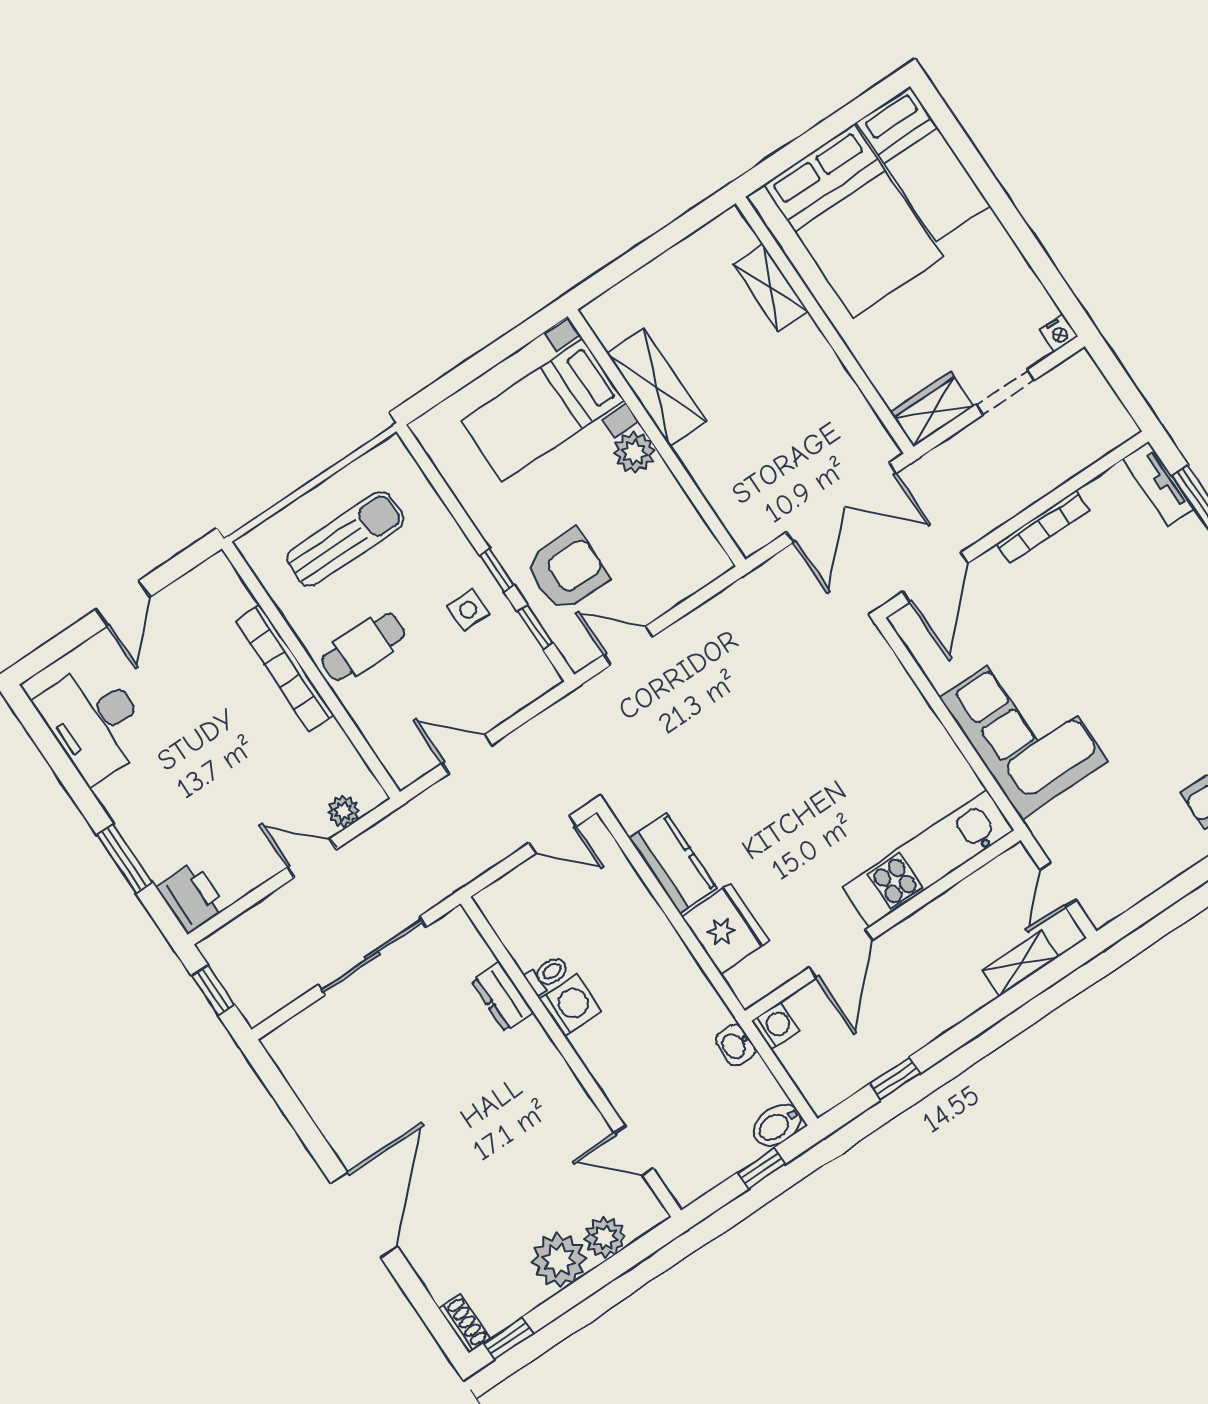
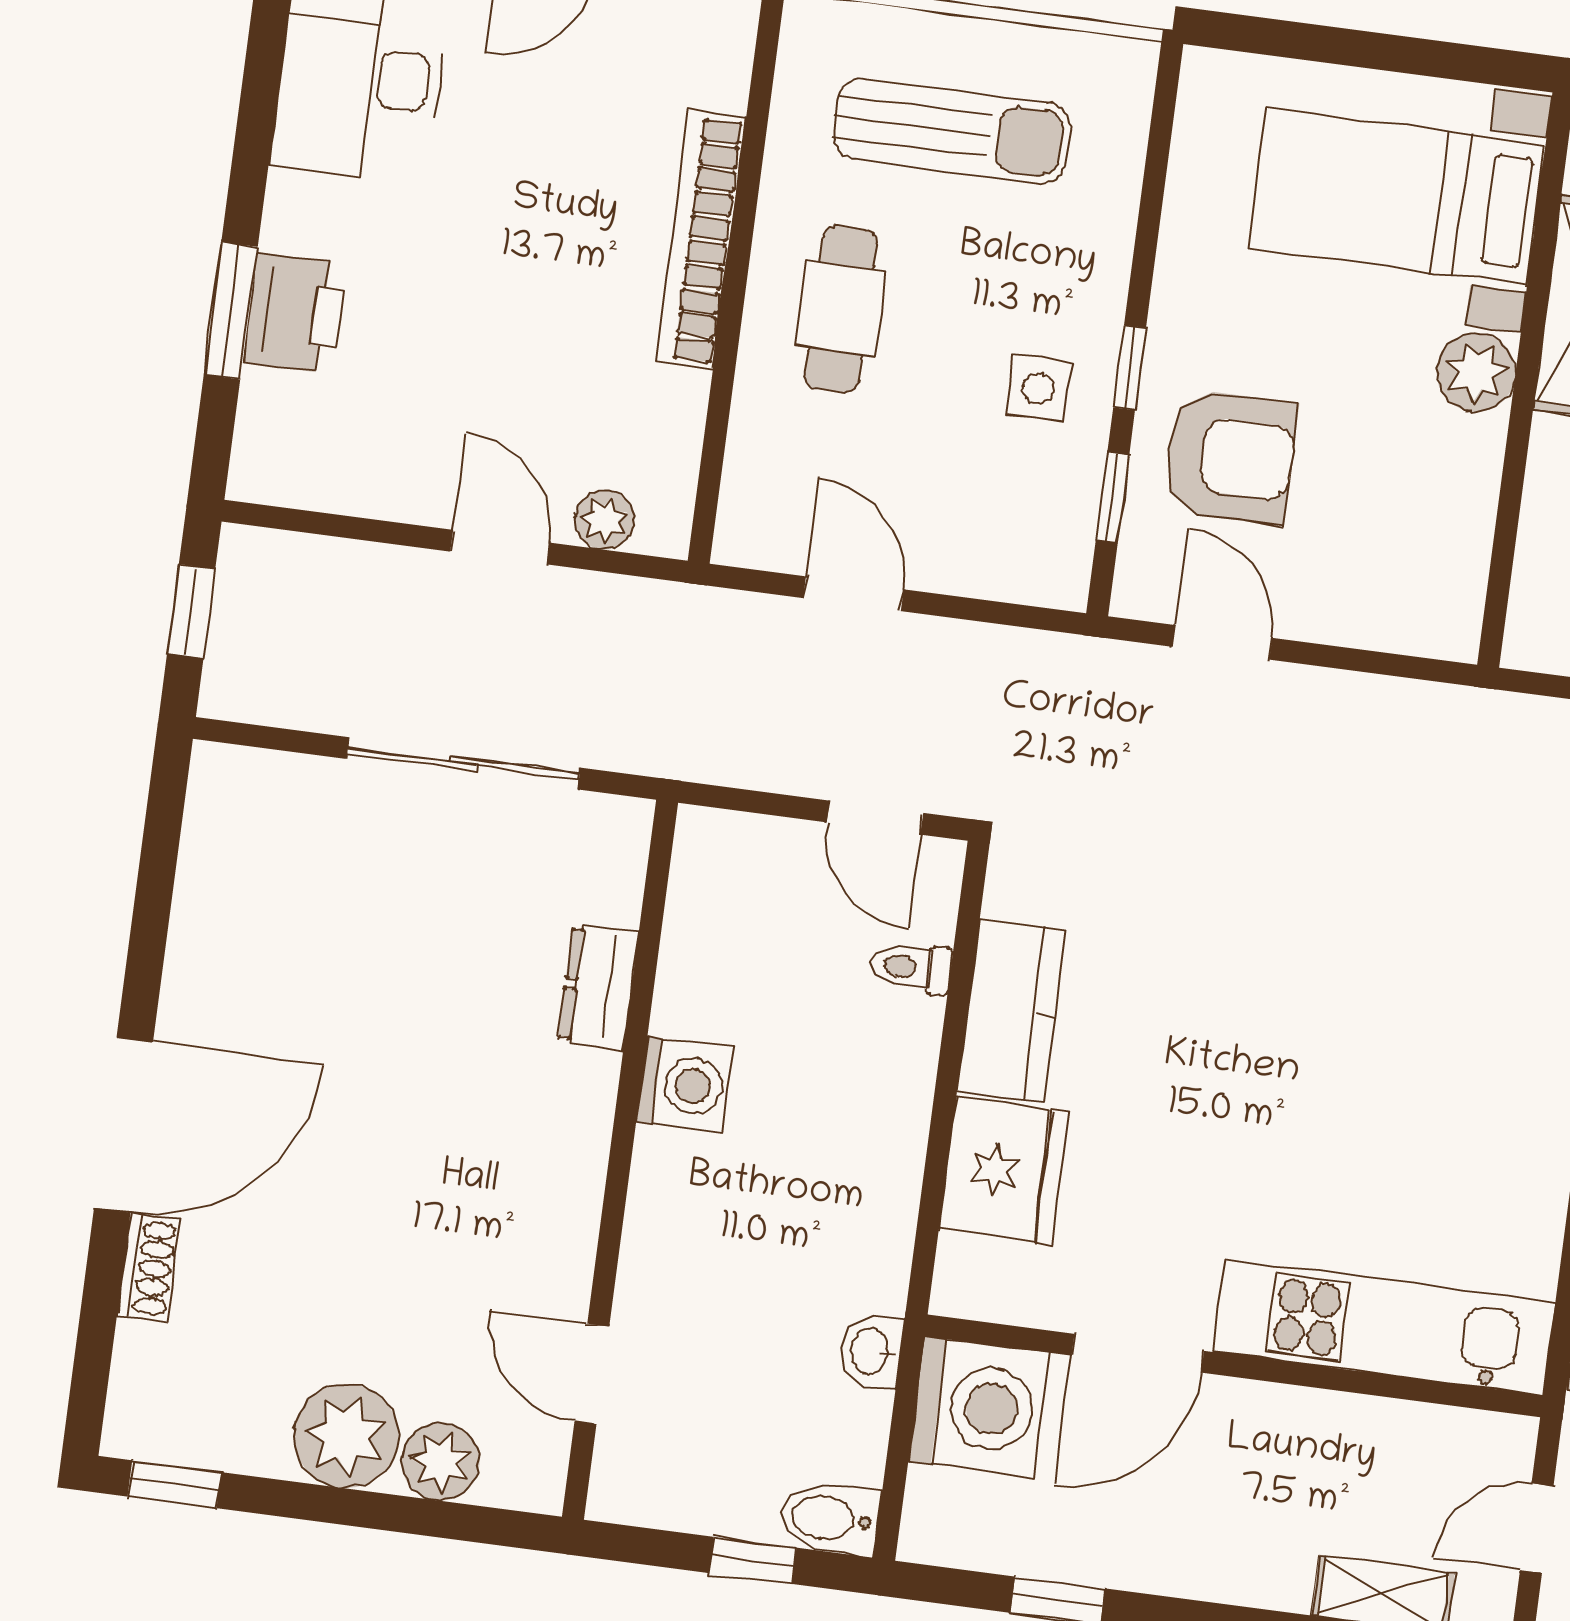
cafe table: (363, 647) -> (841, 309), turned 90
printer: (191, 897) -> (295, 313), moved
toilet: (547, 974) -> (911, 967), moved, turned 180
washing machine: (776, 1026) -> (979, 1407), width x1.89, depth x1.89
shoe rack: (464, 1324) -> (149, 1268), moved

